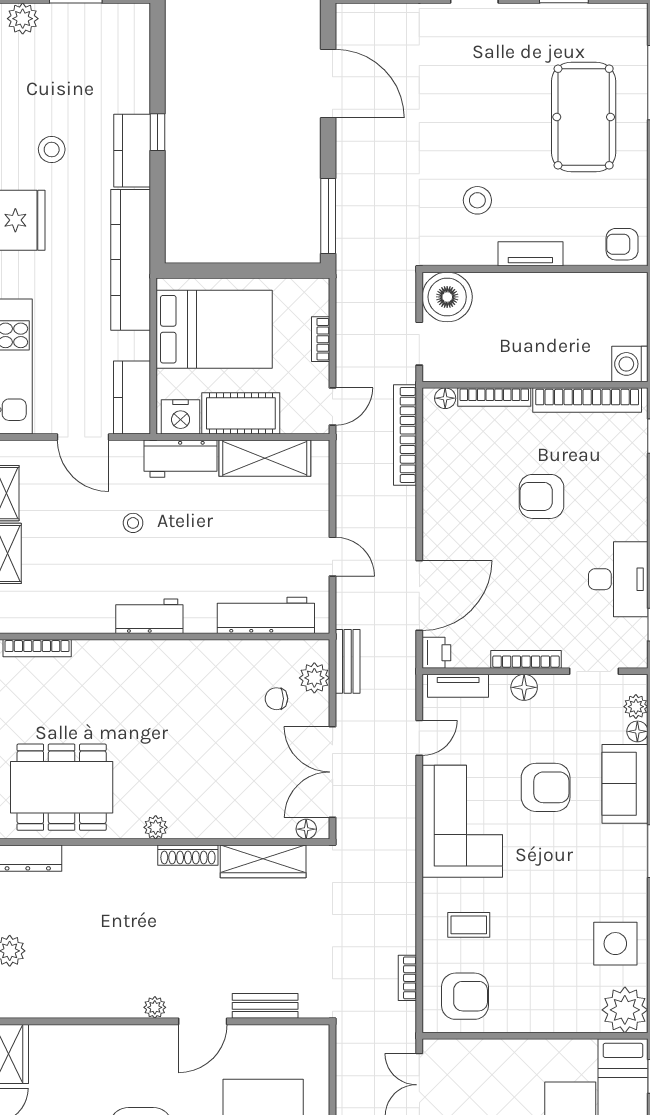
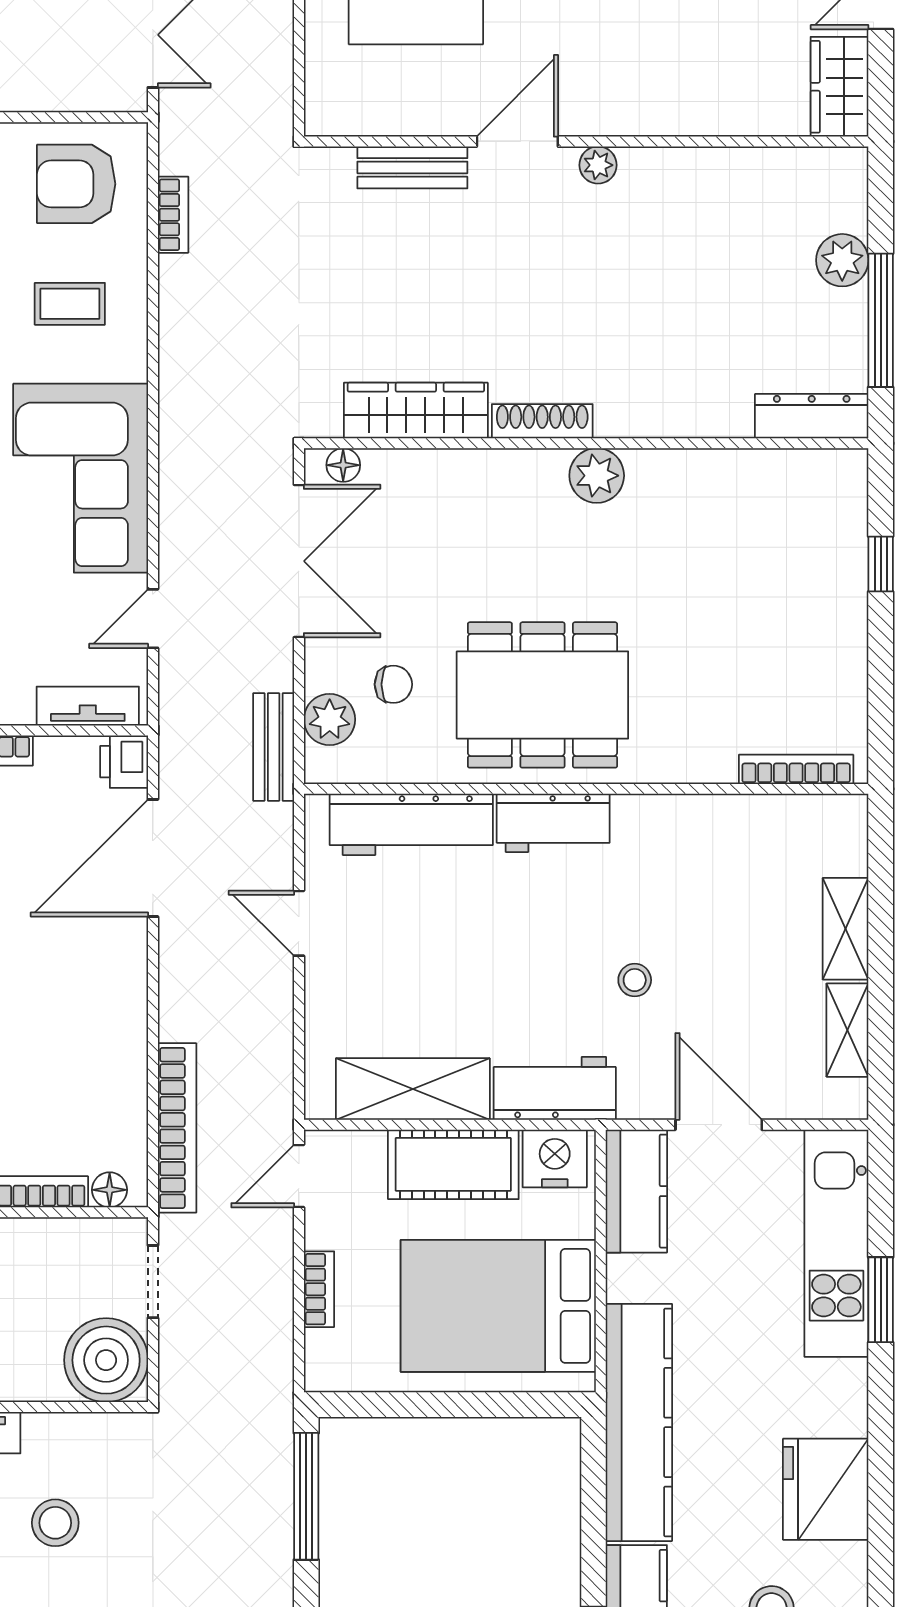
workbench: (149, 616) -> (553, 823), moved
dining table: (62, 787) -> (542, 695), moved
plant: (156, 827) -> (597, 476), width x1.38, depth x1.38

